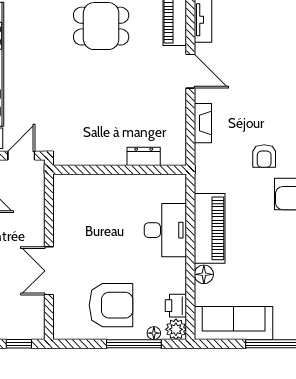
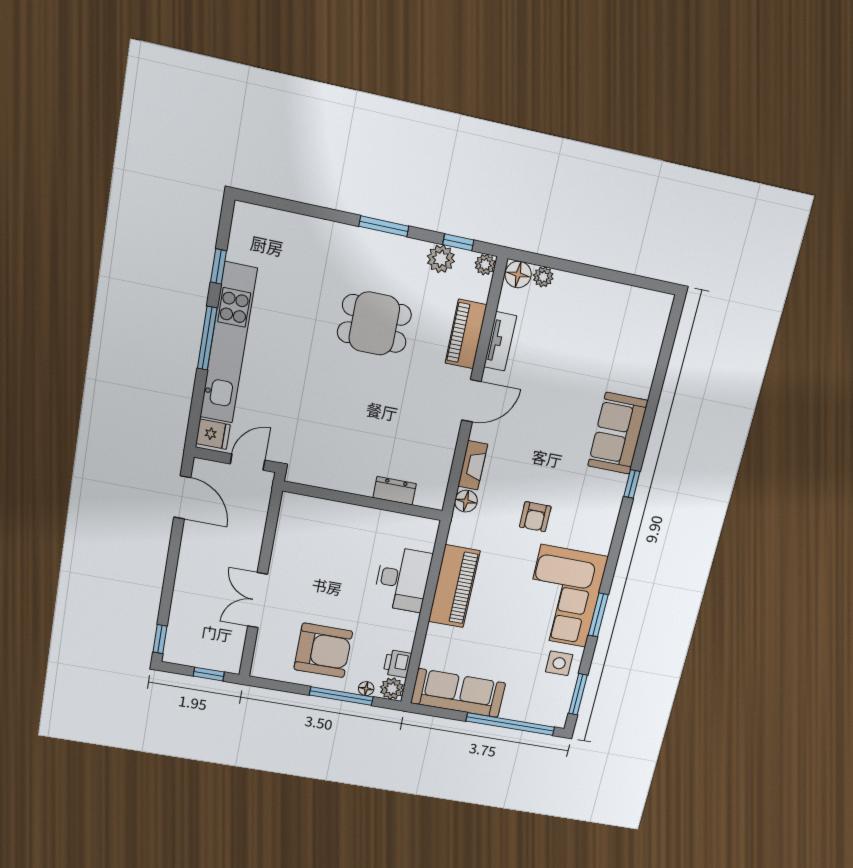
door: (190, 71) -> (471, 401), hinge flipped
floor lamp: (204, 274) -> (466, 501), moved

